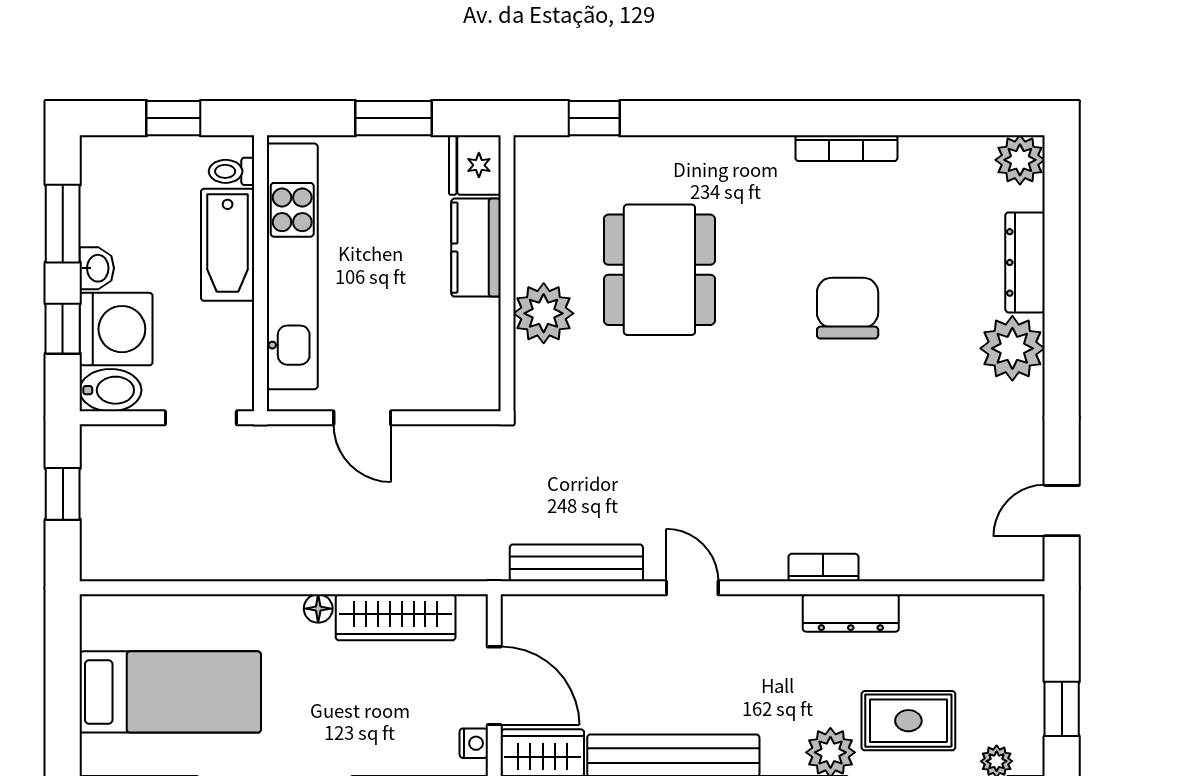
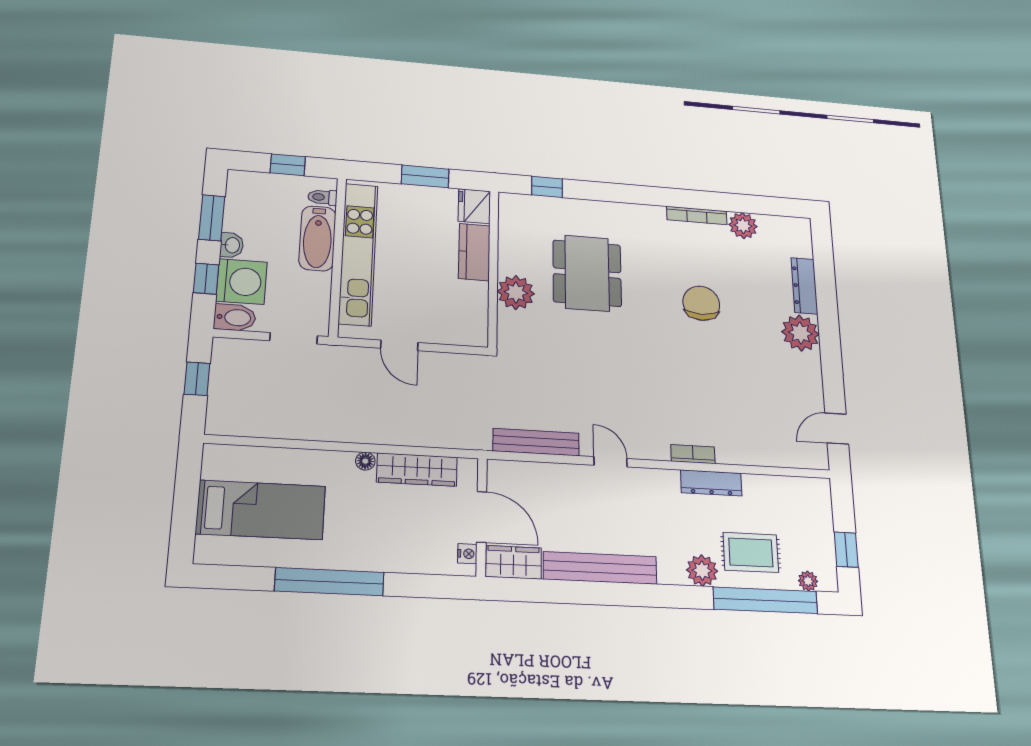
plant: (1020, 160) -> (743, 226), moved

